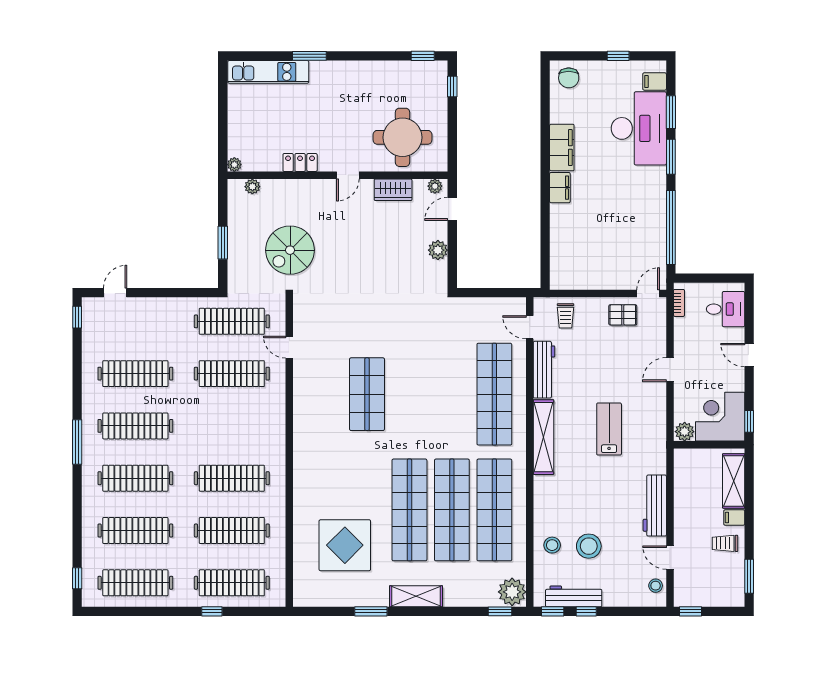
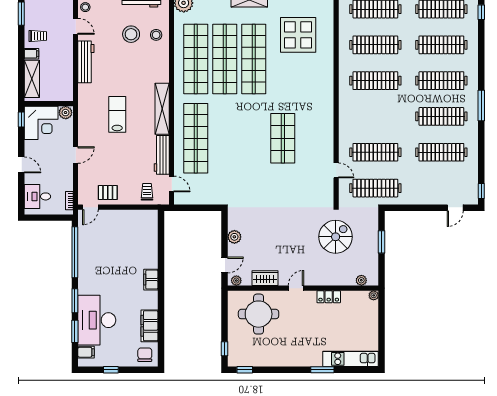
filing cabinet: (562, 148) -> (149, 326), moved
lab bench: (609, 429) -> (117, 114), turned 180

